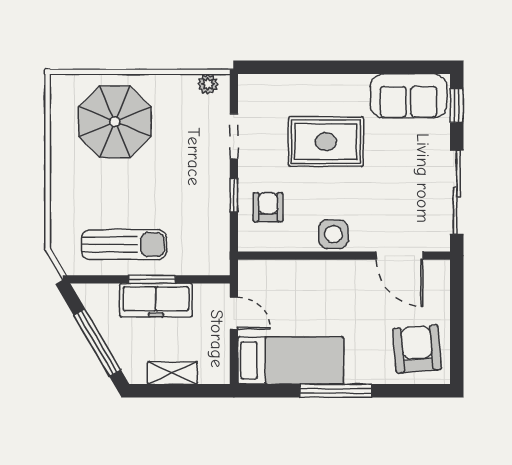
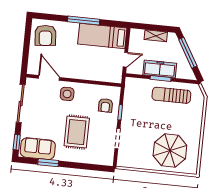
window: (382, 67) -> (48, 163), added
plant: (208, 84) -> (127, 163), removed
rug: (326, 142) -> (77, 132), turned 90
side table: (333, 234) -> (67, 94), moved
door: (234, 313) -> (125, 60), swing flipped

